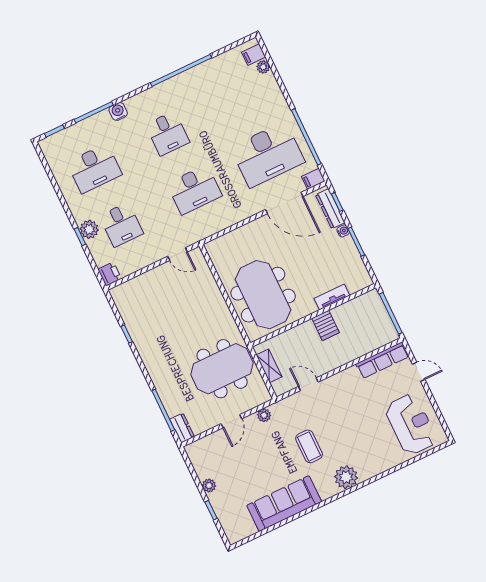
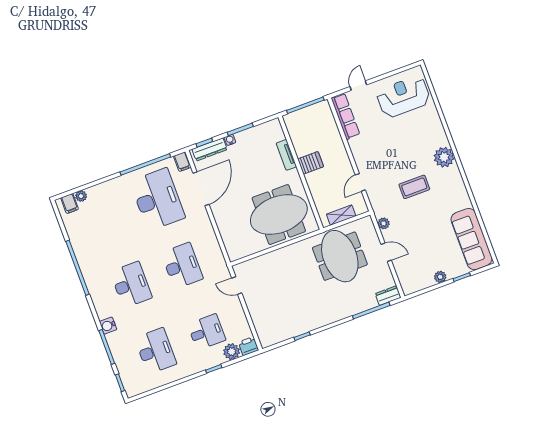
desk: (167, 133) -> (131, 285), width x1.37
plant: (89, 229) -> (232, 352), moved
door: (178, 254) -> (237, 286), swing flipped
sofa: (284, 504) -> (471, 239), moved

